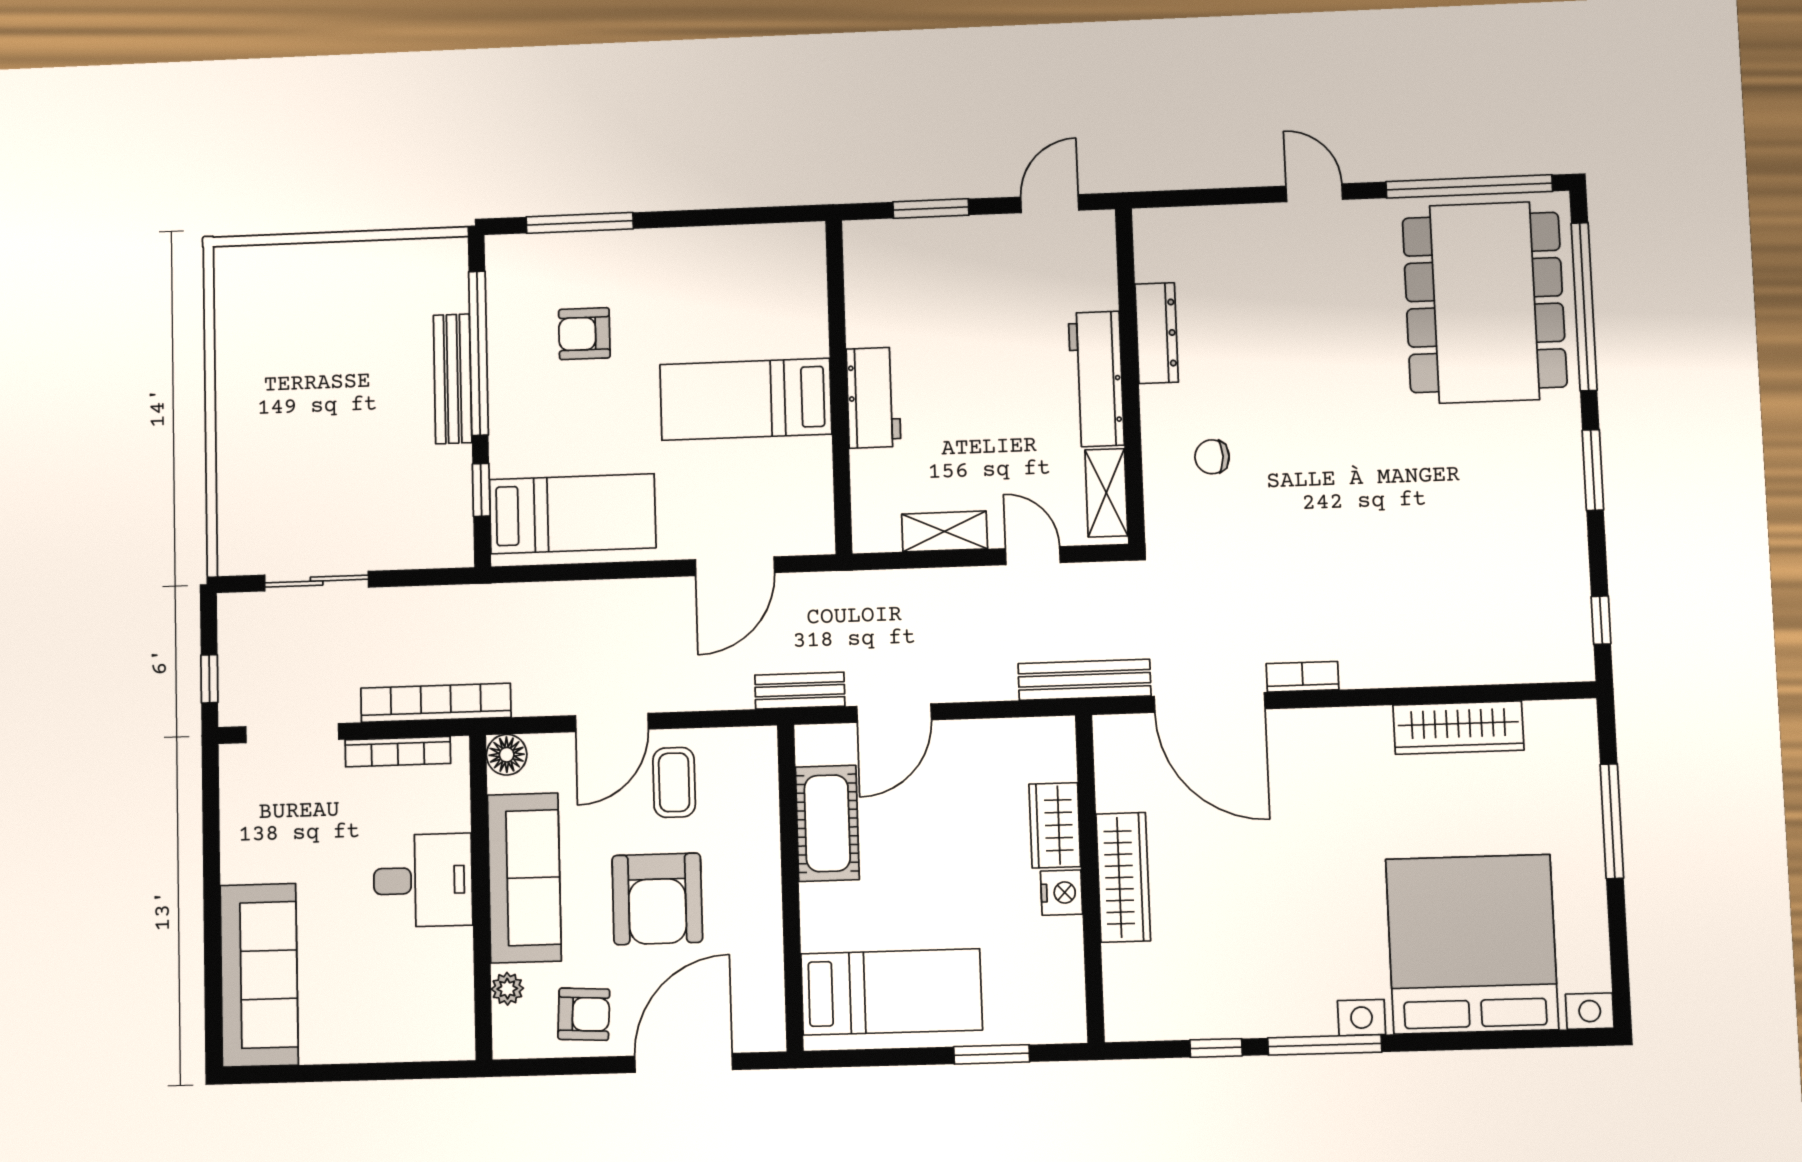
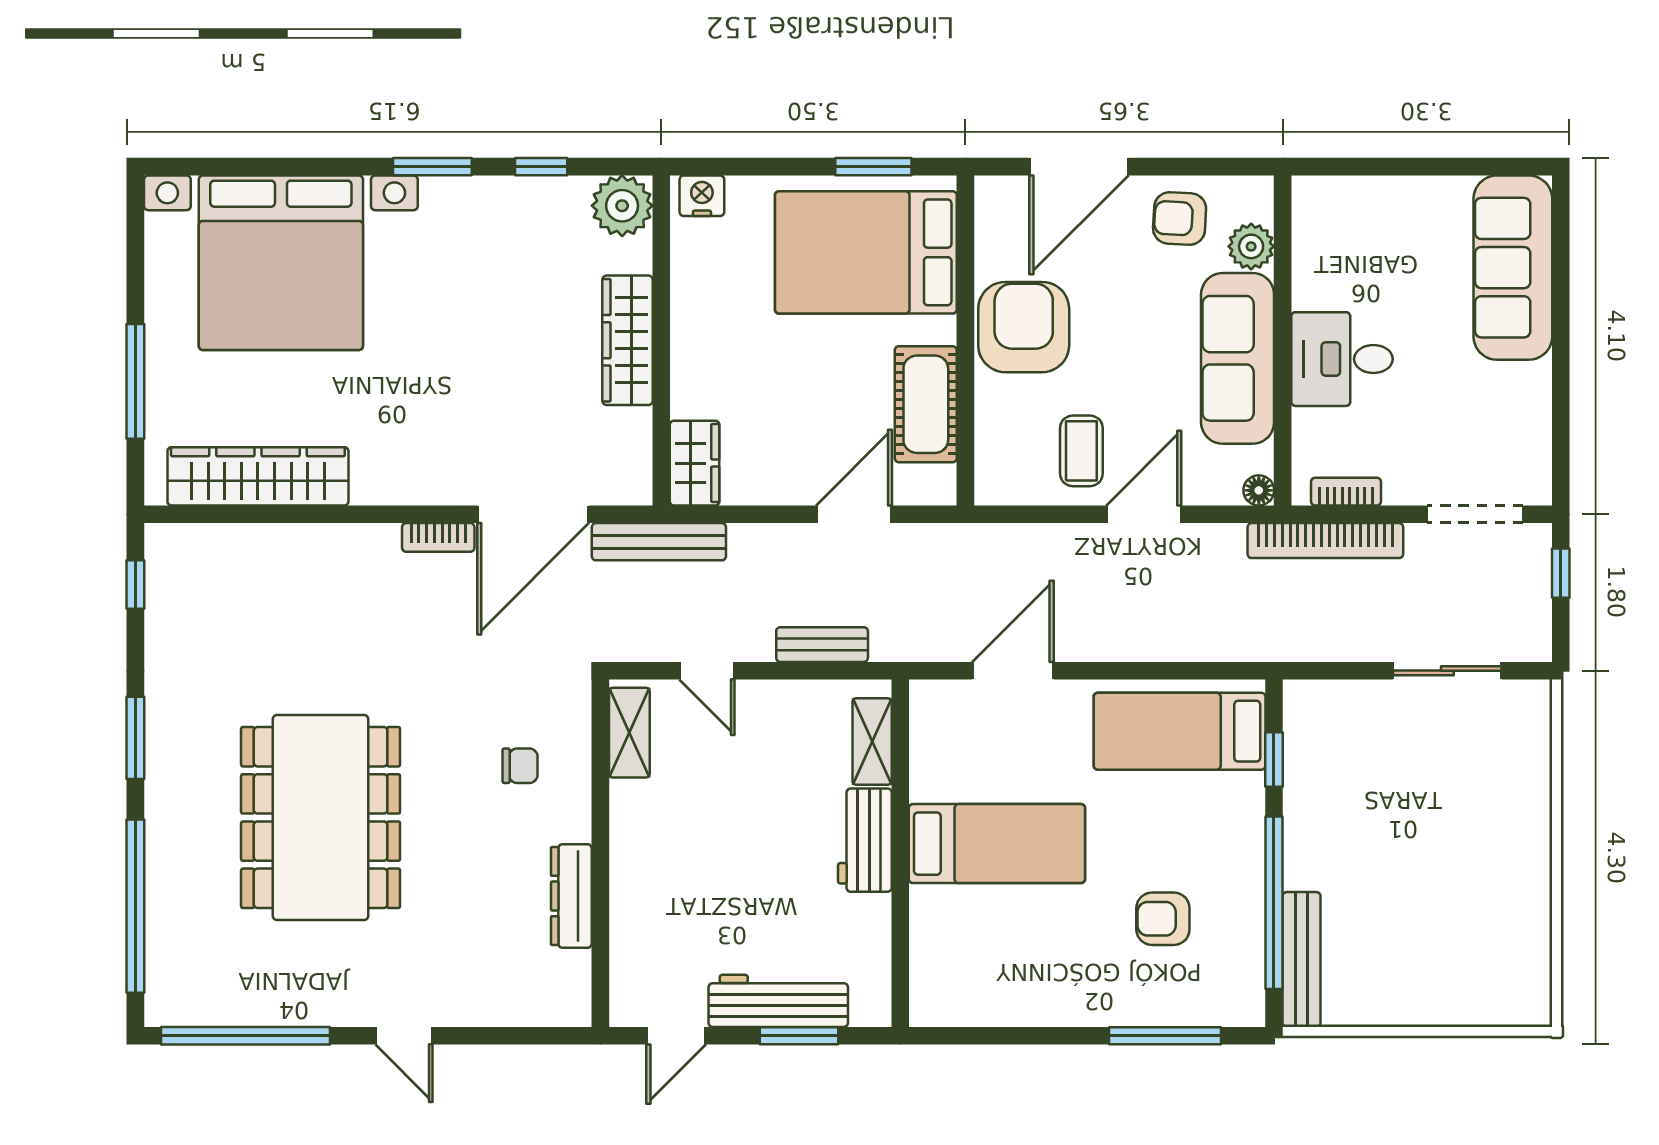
dining table: (1484, 302) -> (321, 818), moved
armchair: (584, 334) -> (1163, 919), turned 180
bench: (453, 379) -> (1302, 960), moved
workbench: (1096, 379) -> (778, 1001), moved, turned -90
shelving: (945, 531) -> (872, 742), moved, turned 90
bench: (800, 691) -> (822, 645), moved
door: (1210, 703) -> (533, 514), swing flipped
wardrobe: (1458, 728) -> (258, 476), width x1.40, depth x1.17
bookcase: (398, 752) -> (1346, 492), width x0.64
floor lamp: (507, 755) -> (1259, 490), width x0.73, depth x0.73
wardrobe: (1055, 825) -> (695, 463), moved
nightstand: (1061, 893) -> (702, 196), moved, turned 90
armchair: (657, 899) -> (1024, 327), moved
plant: (507, 989) -> (1251, 246), width x1.38, depth x1.38
bed: (891, 992) -> (866, 252), width x1.50
plant: (1134, 1011) -> (622, 206), added
window: (1325, 1045) -> (432, 167), width x0.69
window: (992, 1054) -> (873, 167), moved

